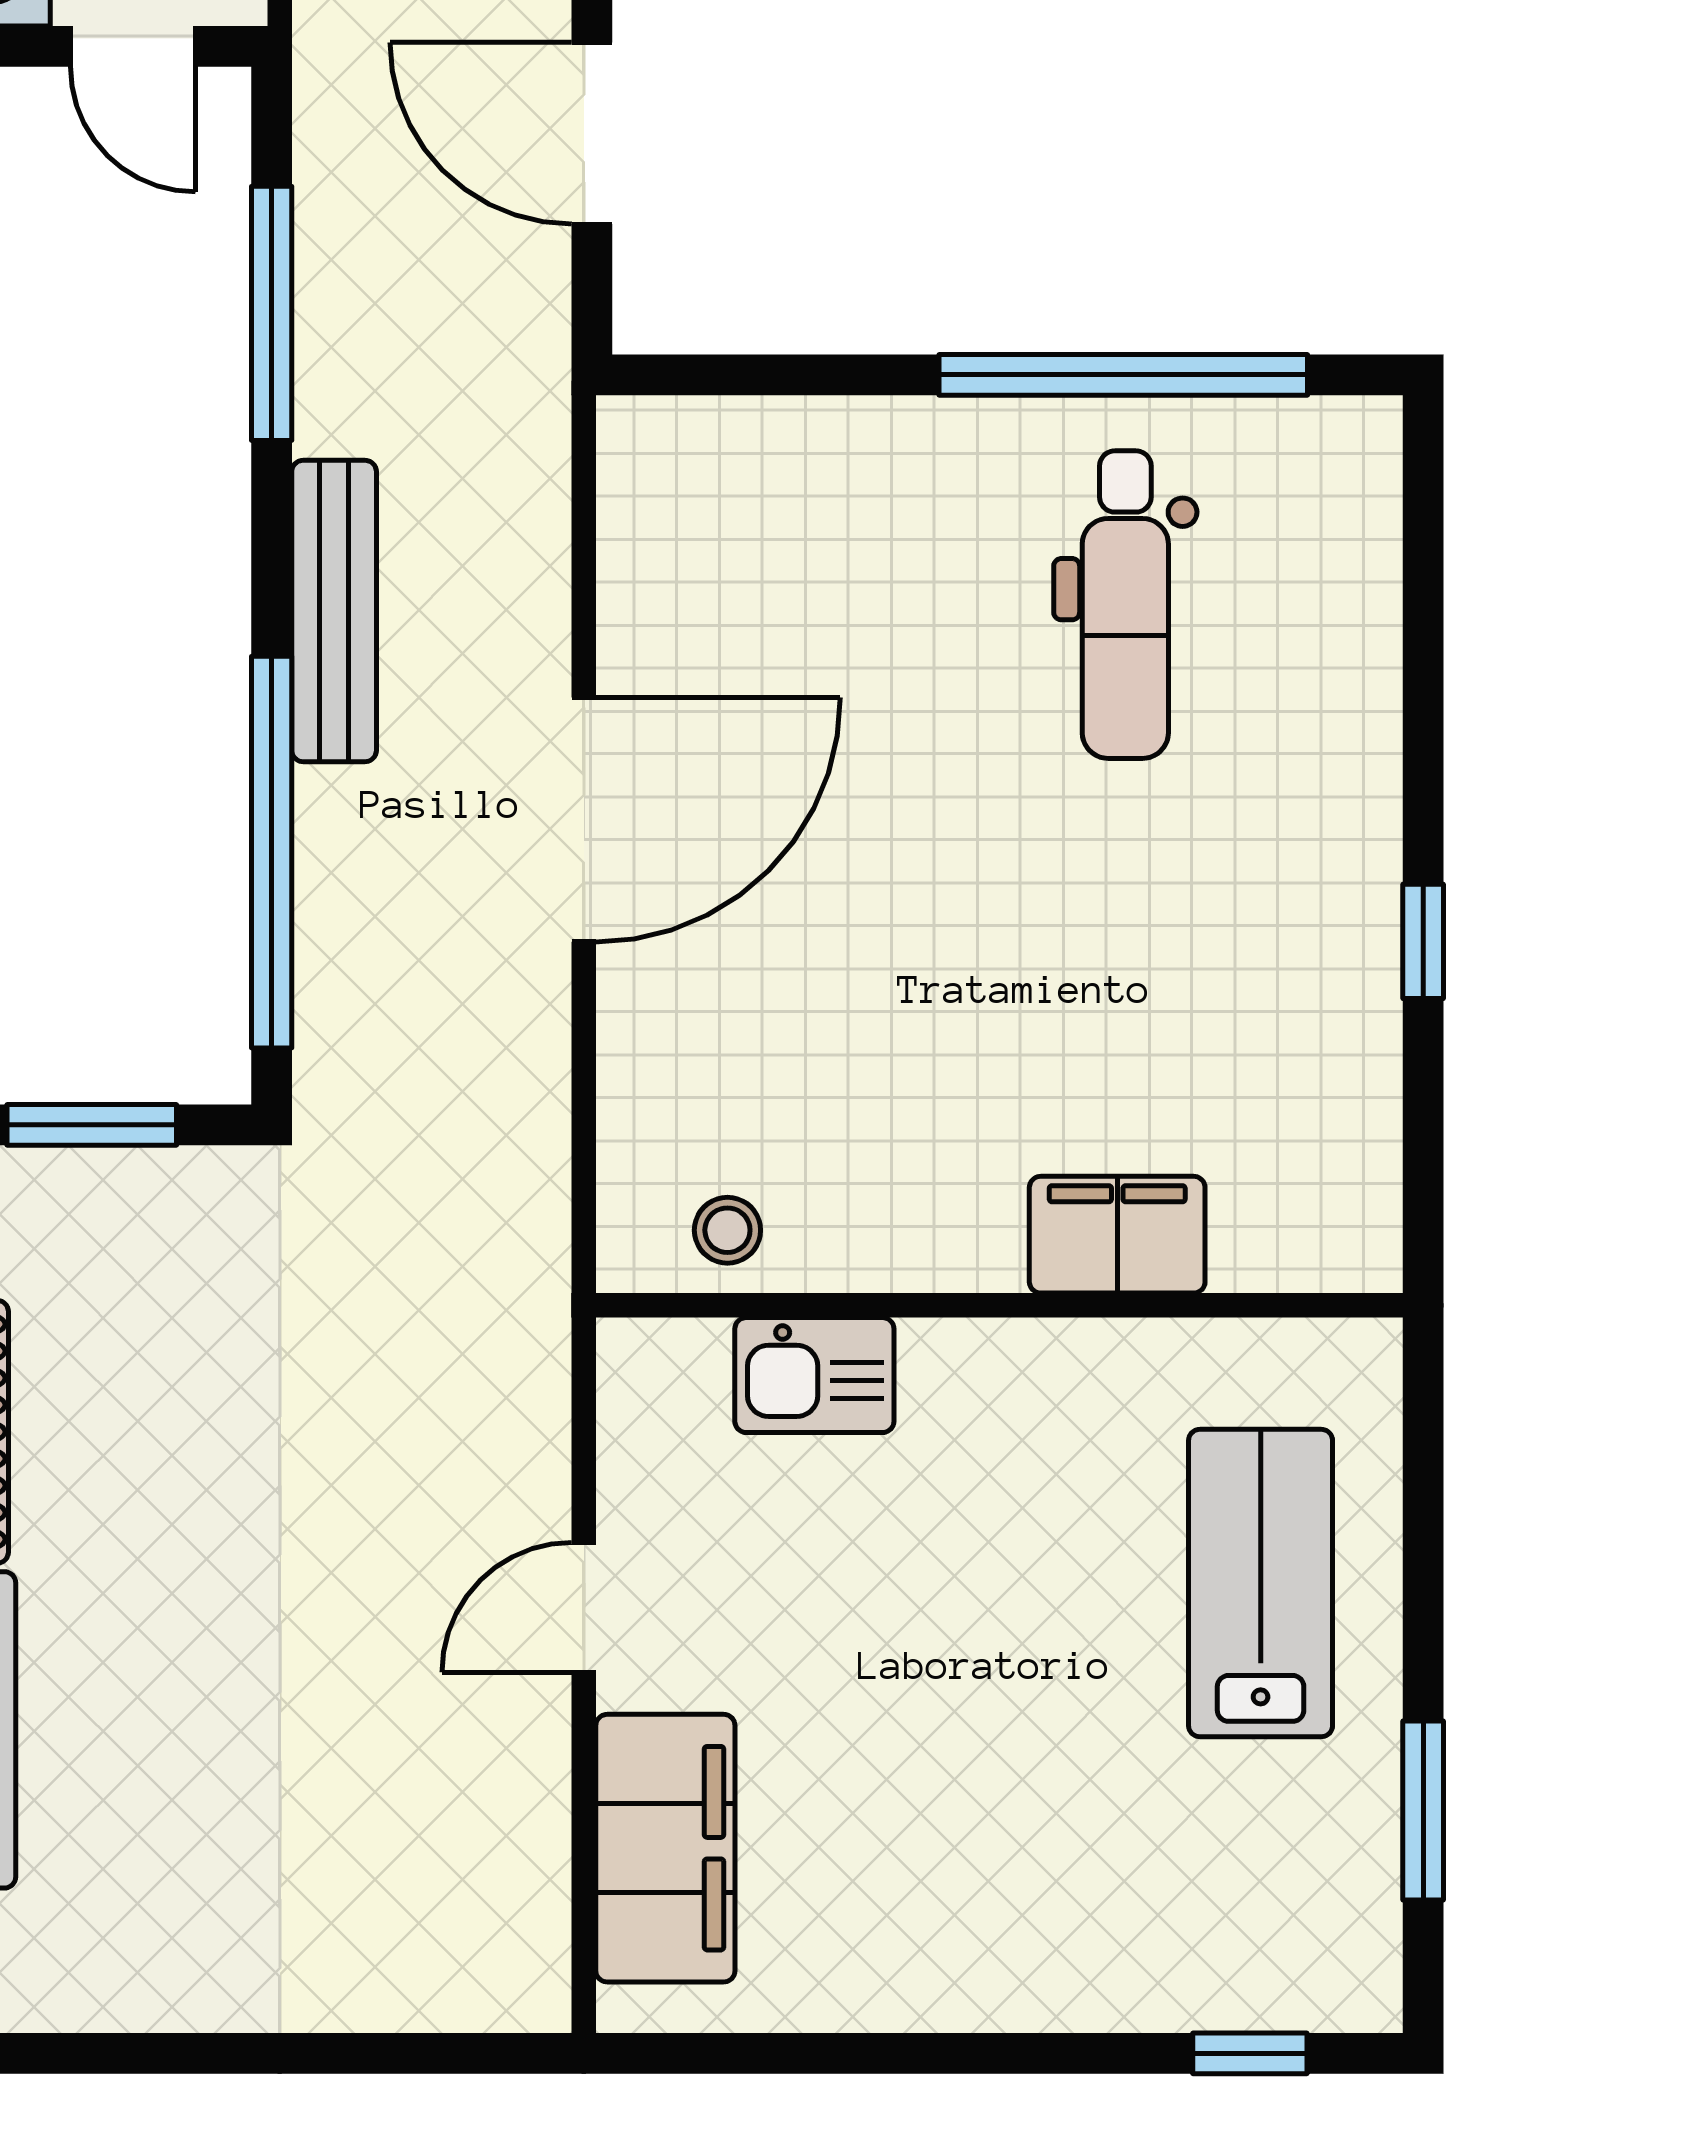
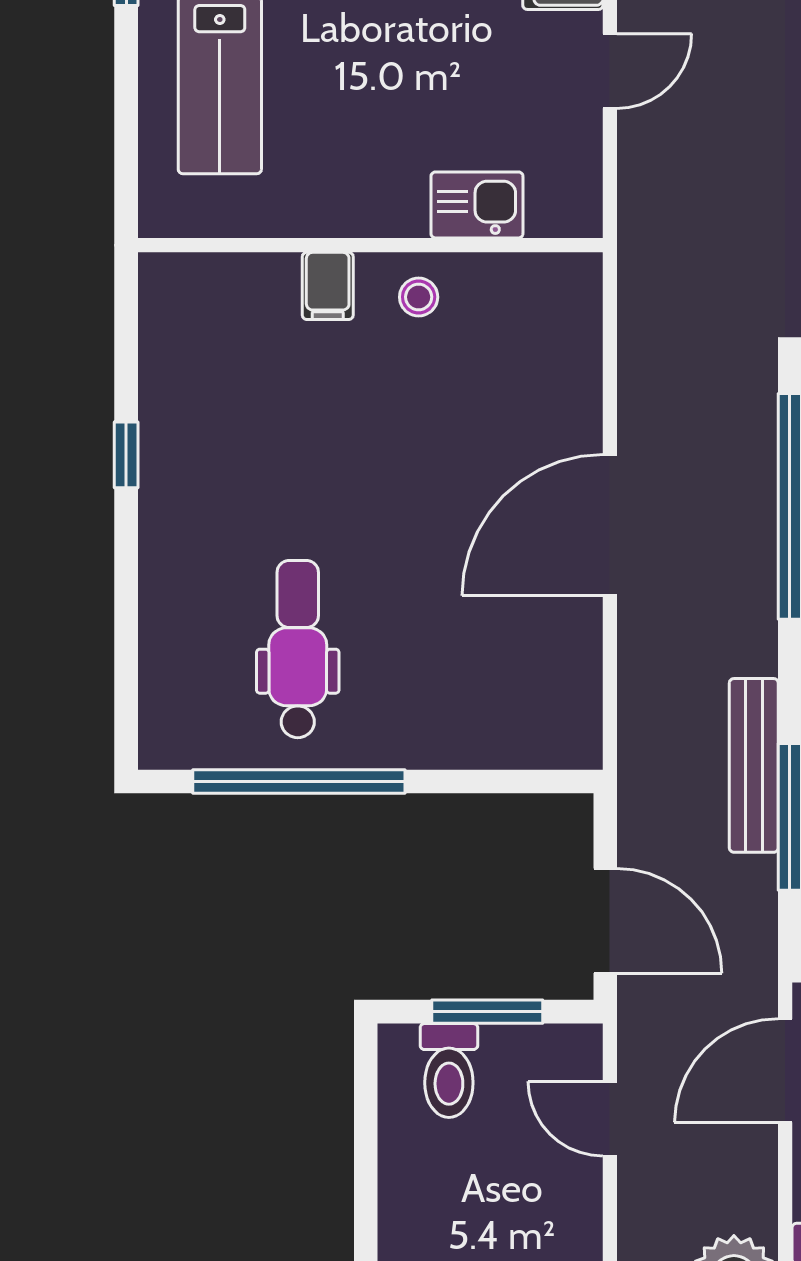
bench: (334, 611) -> (754, 765), moved
stool: (727, 1230) -> (419, 297), moved
filing cabinet: (1117, 1235) -> (328, 286), width x0.50

